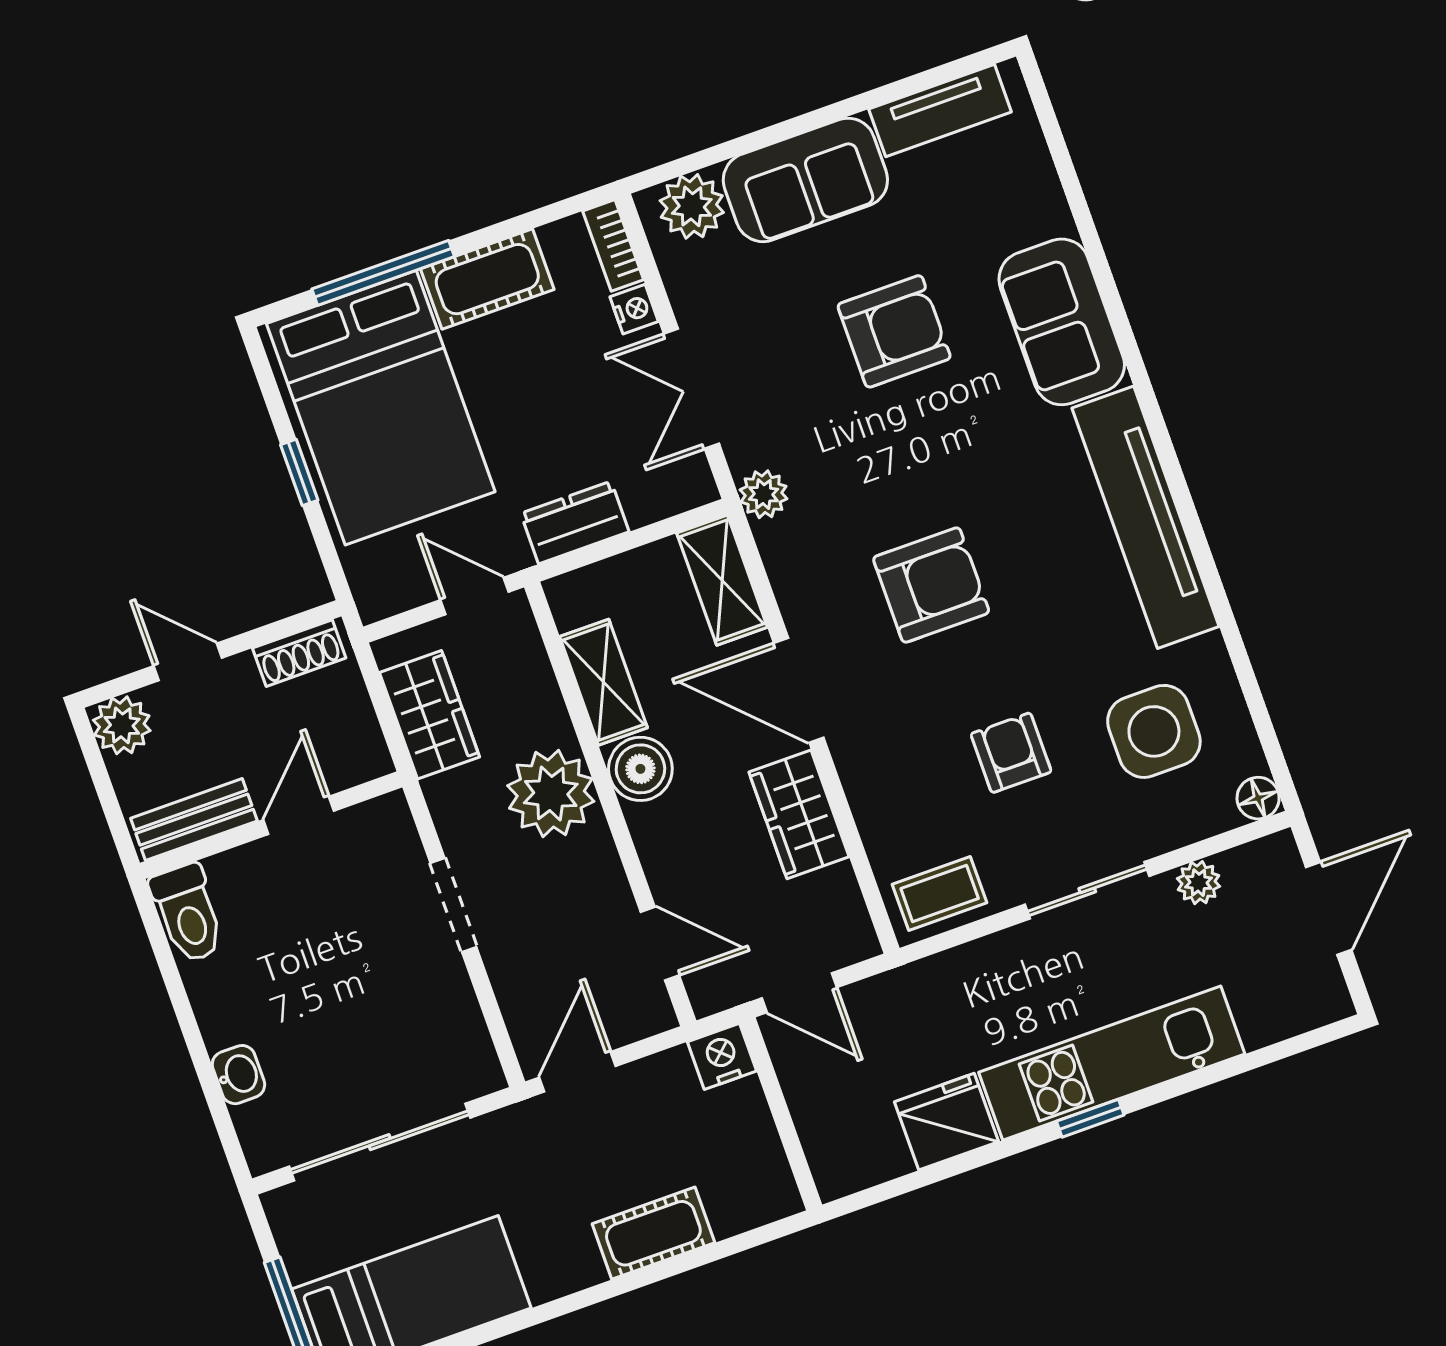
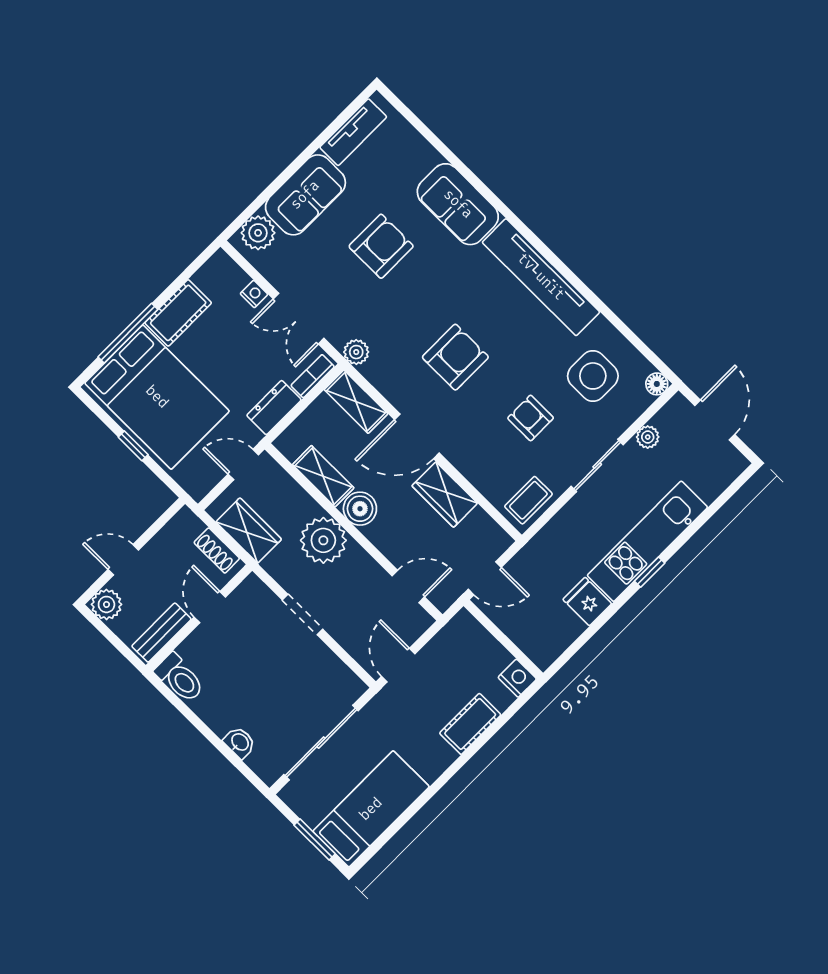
bookcase: (613, 245) -> (313, 376), moved, turned 90
shoe rack: (299, 653) -> (217, 550), moved, turned 90
nightstand: (722, 1056) -> (517, 678), moved, turned 90
fridge: (946, 1122) -> (587, 602), width x0.72

